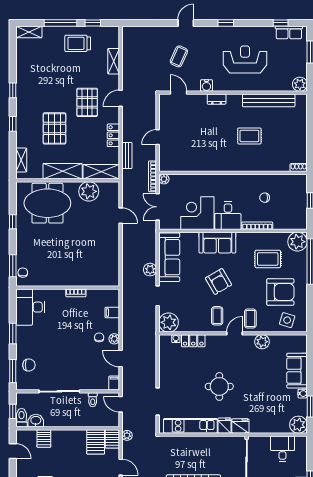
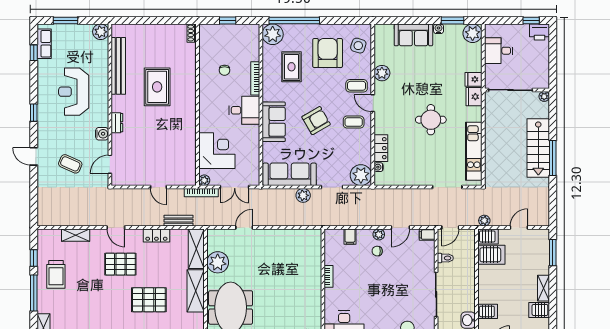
rug: (249, 136) -> (157, 87), width x1.36, depth x1.43
corner desk: (197, 213) -> (217, 151), moved, turned 180
fridge: (224, 426) -> (474, 79), moved

